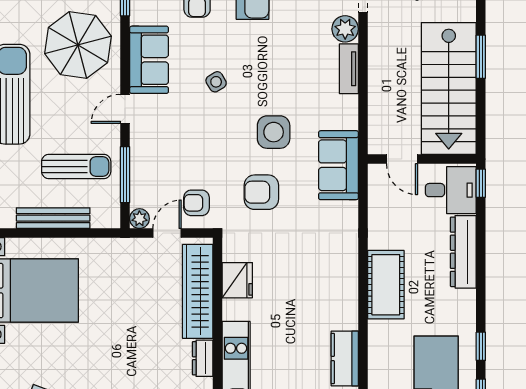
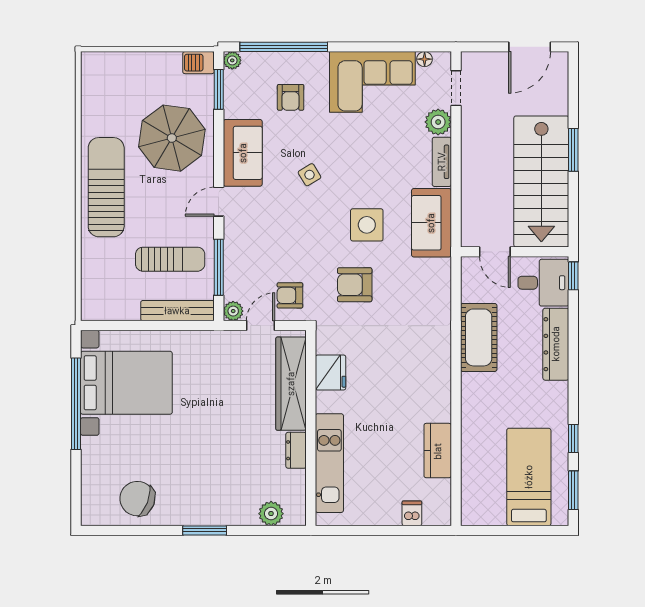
sofa: (338, 165) -> (431, 223), moved
bench: (53, 218) -> (177, 311), moved
cot: (386, 285) -> (479, 337), moved

